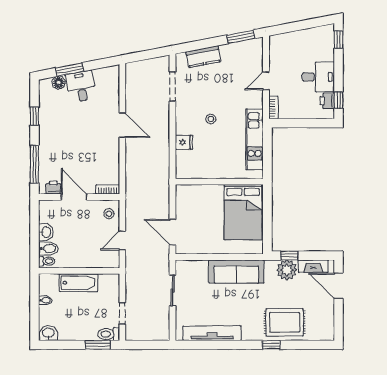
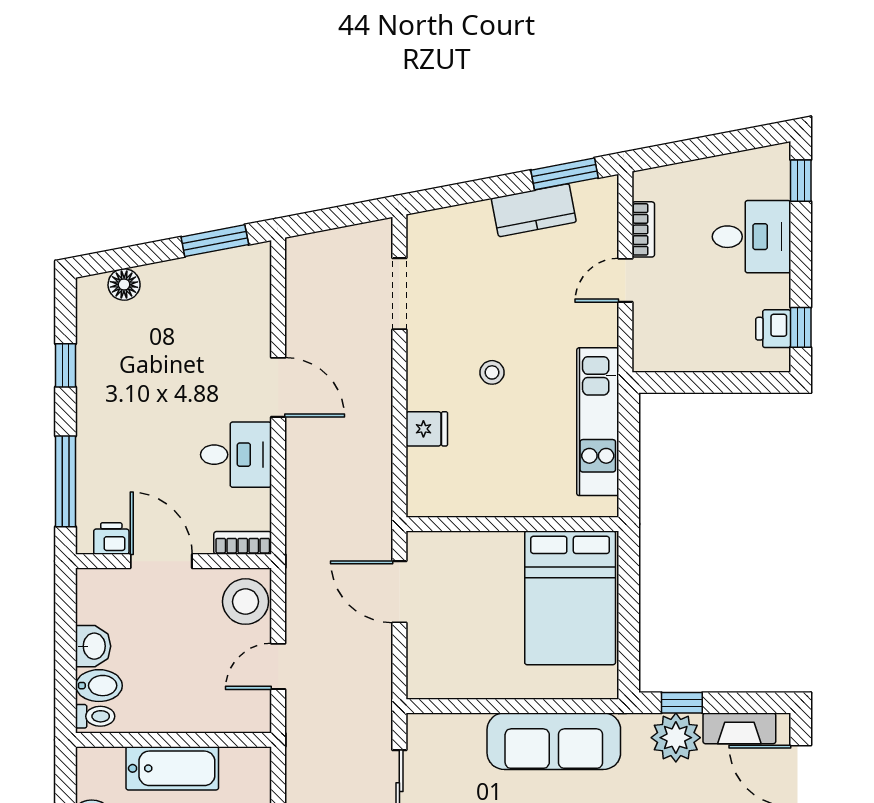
kitchen counter: (203, 57) -> (534, 210), moved
window: (70, 70) -> (215, 241), moved
desk: (318, 77) -> (752, 237), moved
desk: (81, 86) -> (236, 455), moved, turned 101
bookcase: (273, 107) -> (643, 229), moved
stool: (109, 214) -> (246, 602), width x1.89, depth x1.89
door: (173, 232) -> (399, 592), moved

